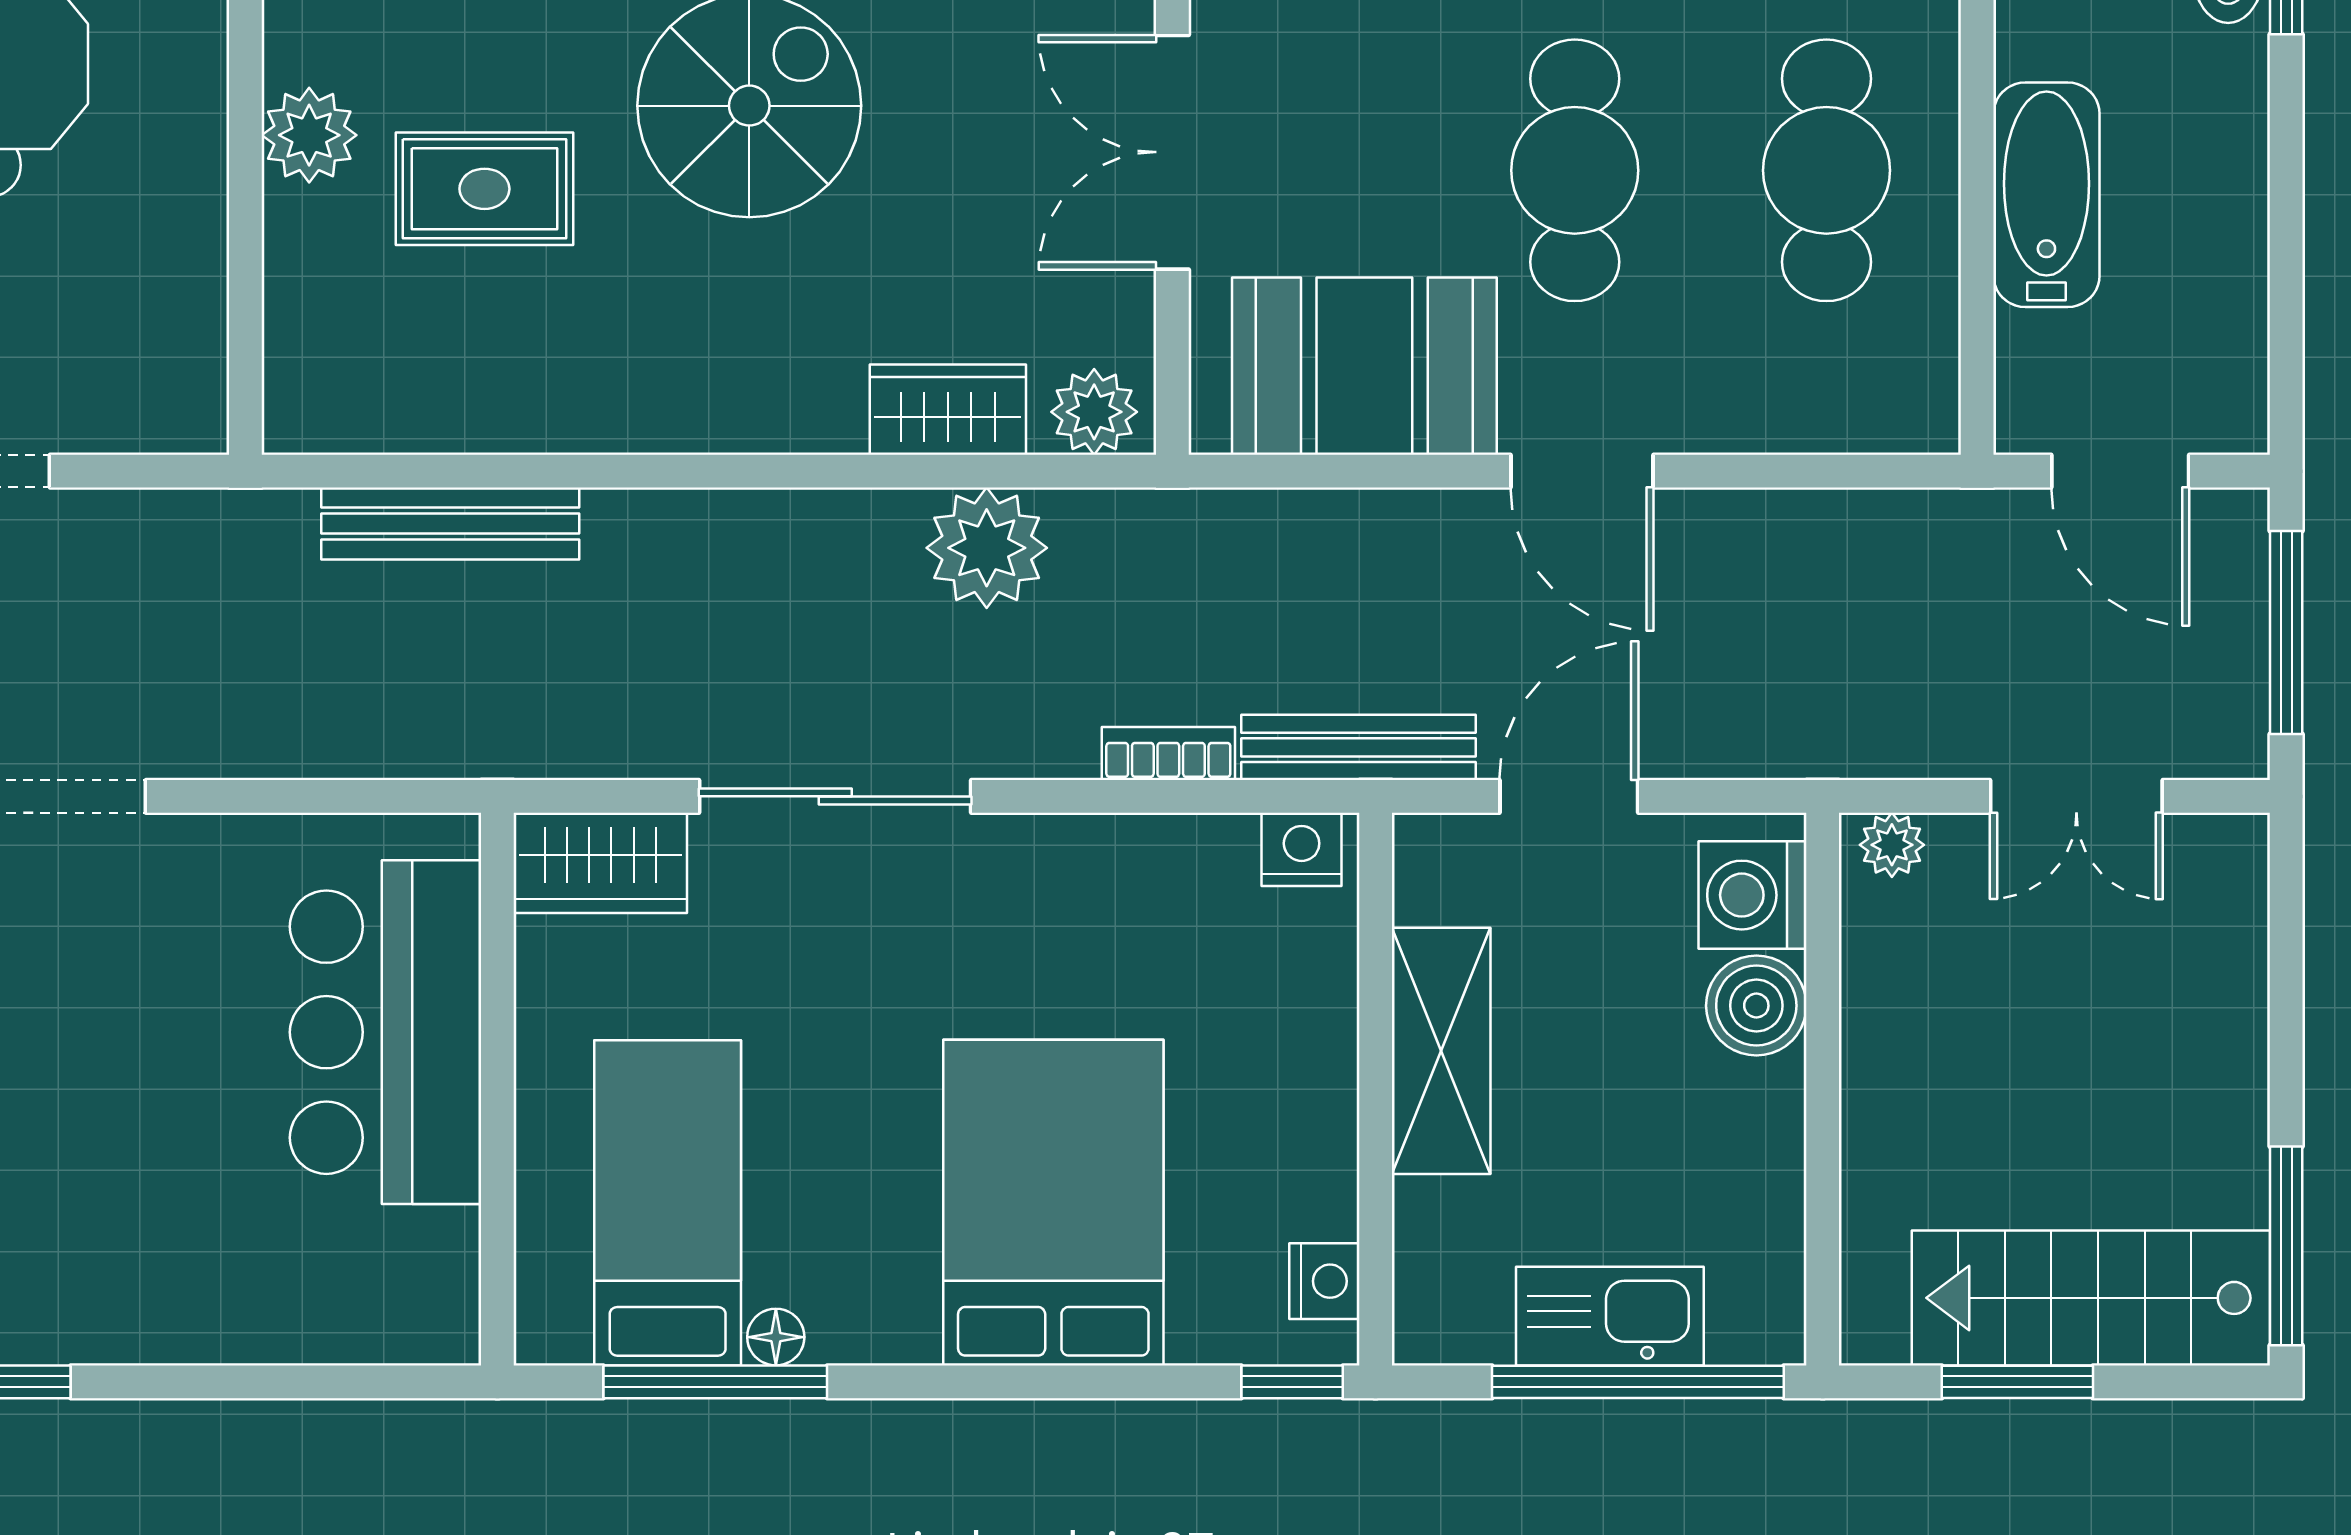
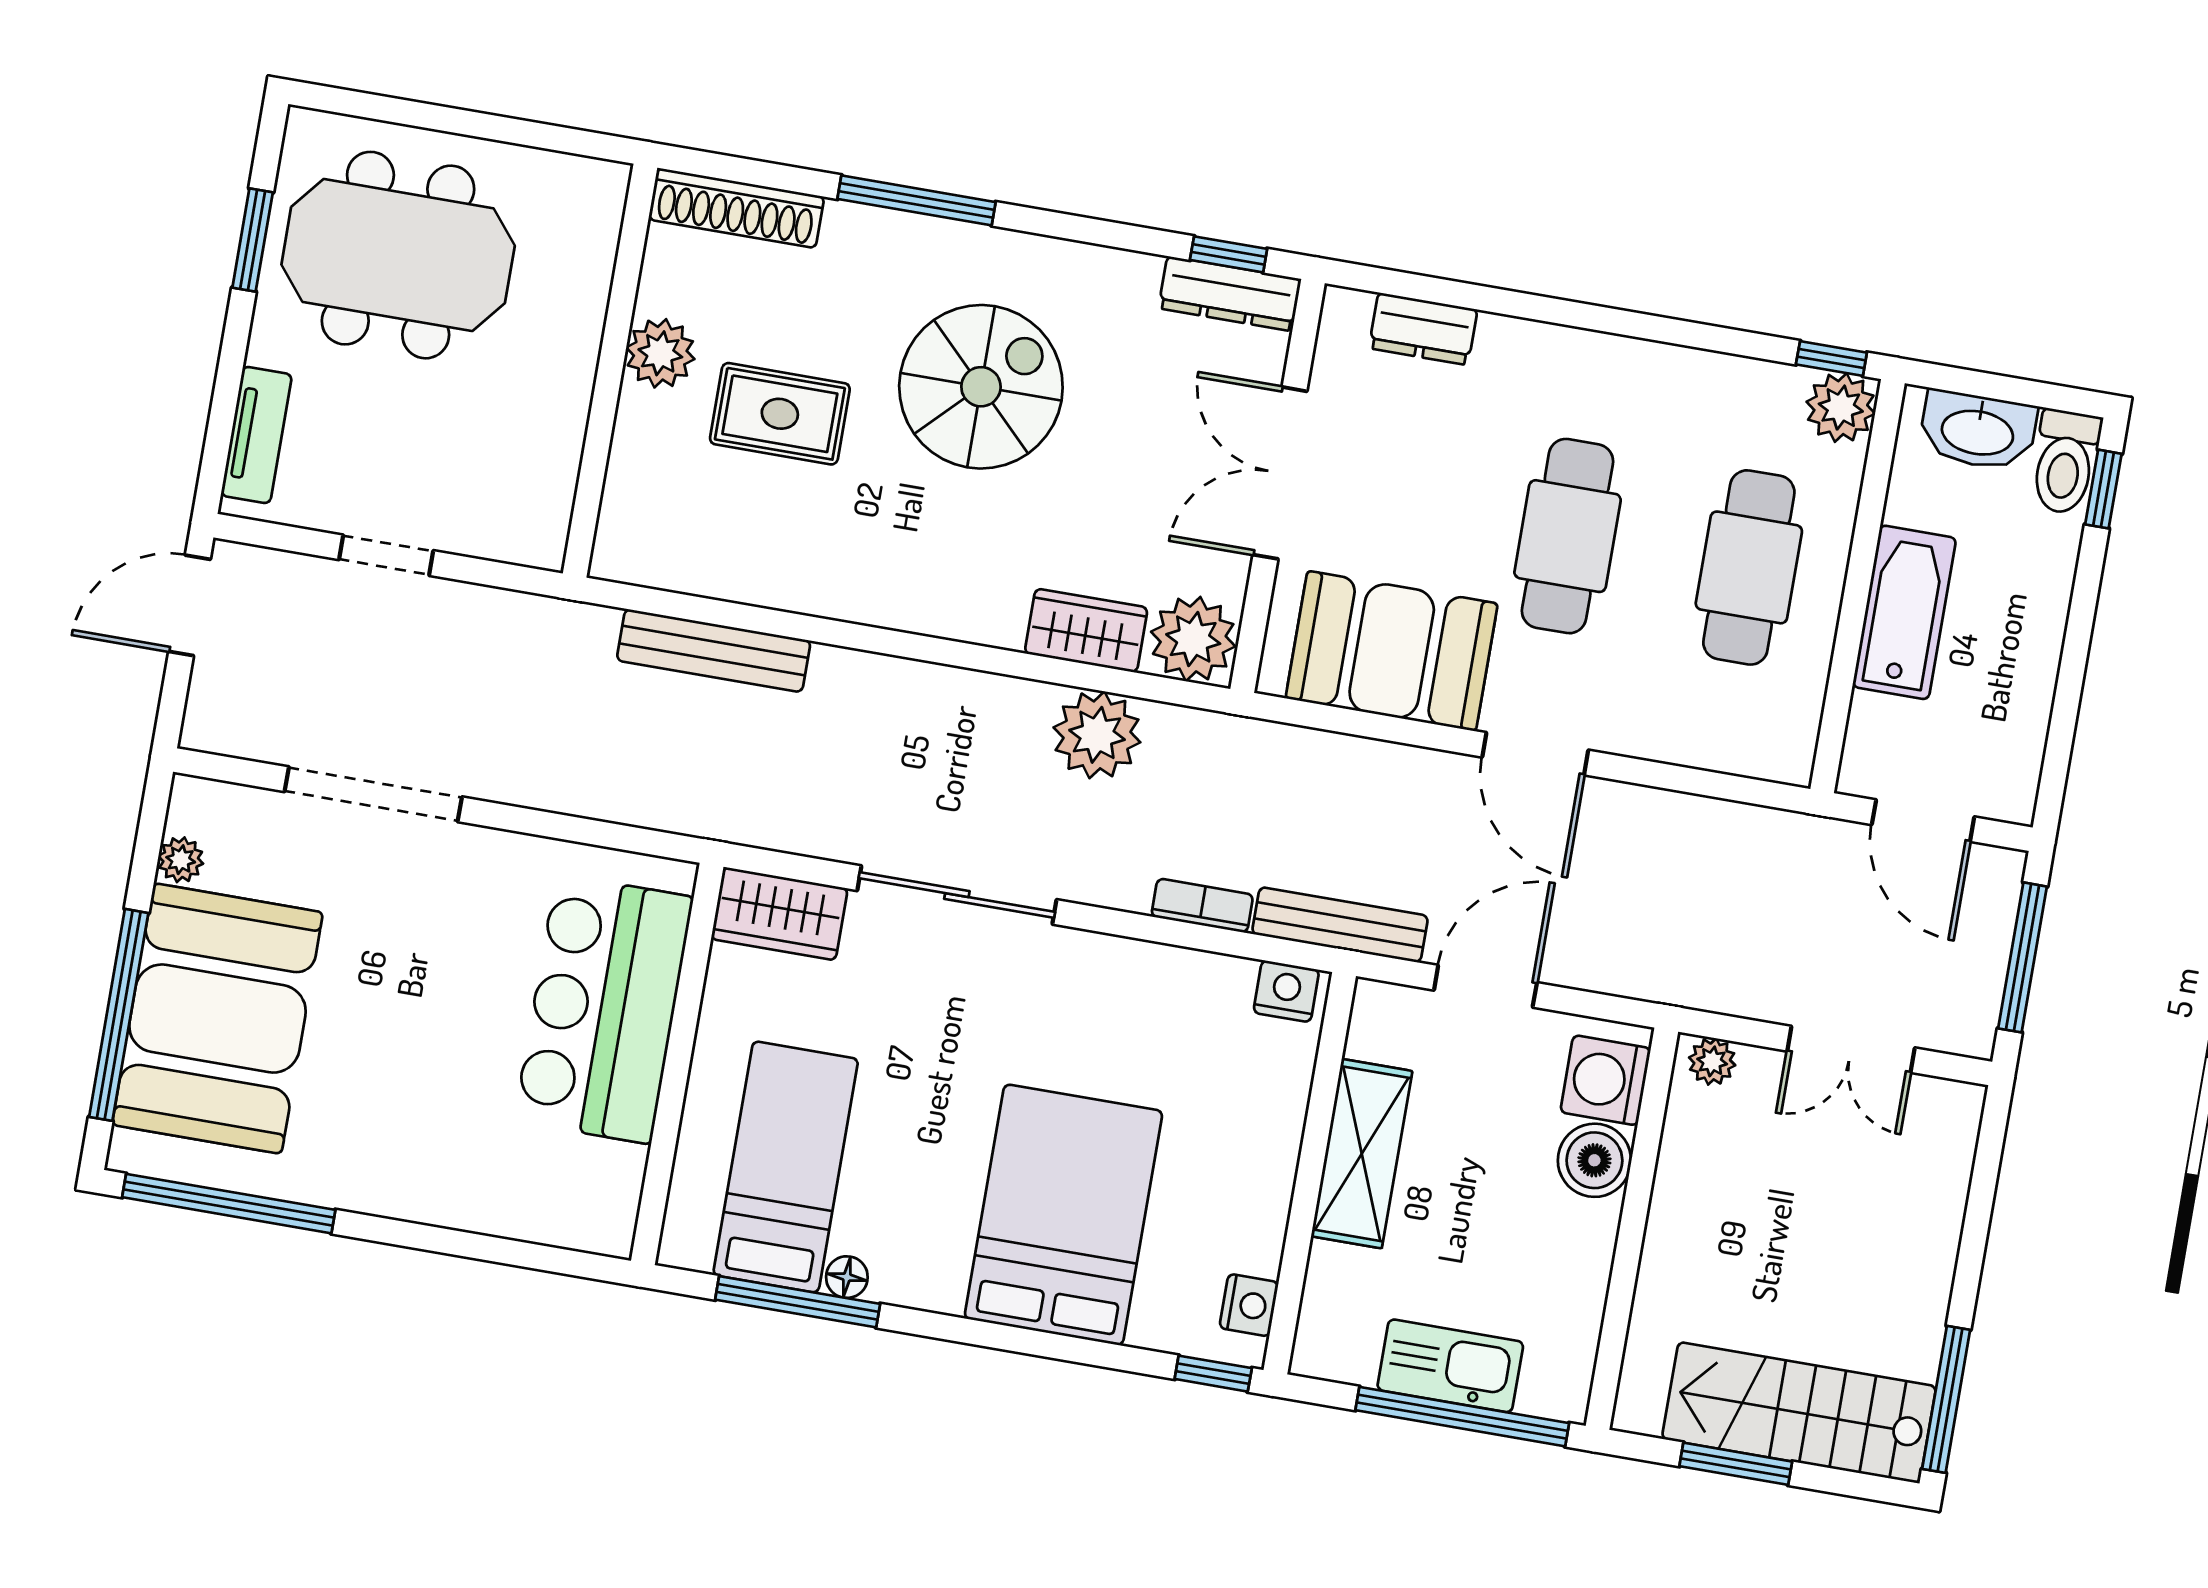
plant: (1094, 412) -> (1193, 639), width x1.36, depth x1.36

